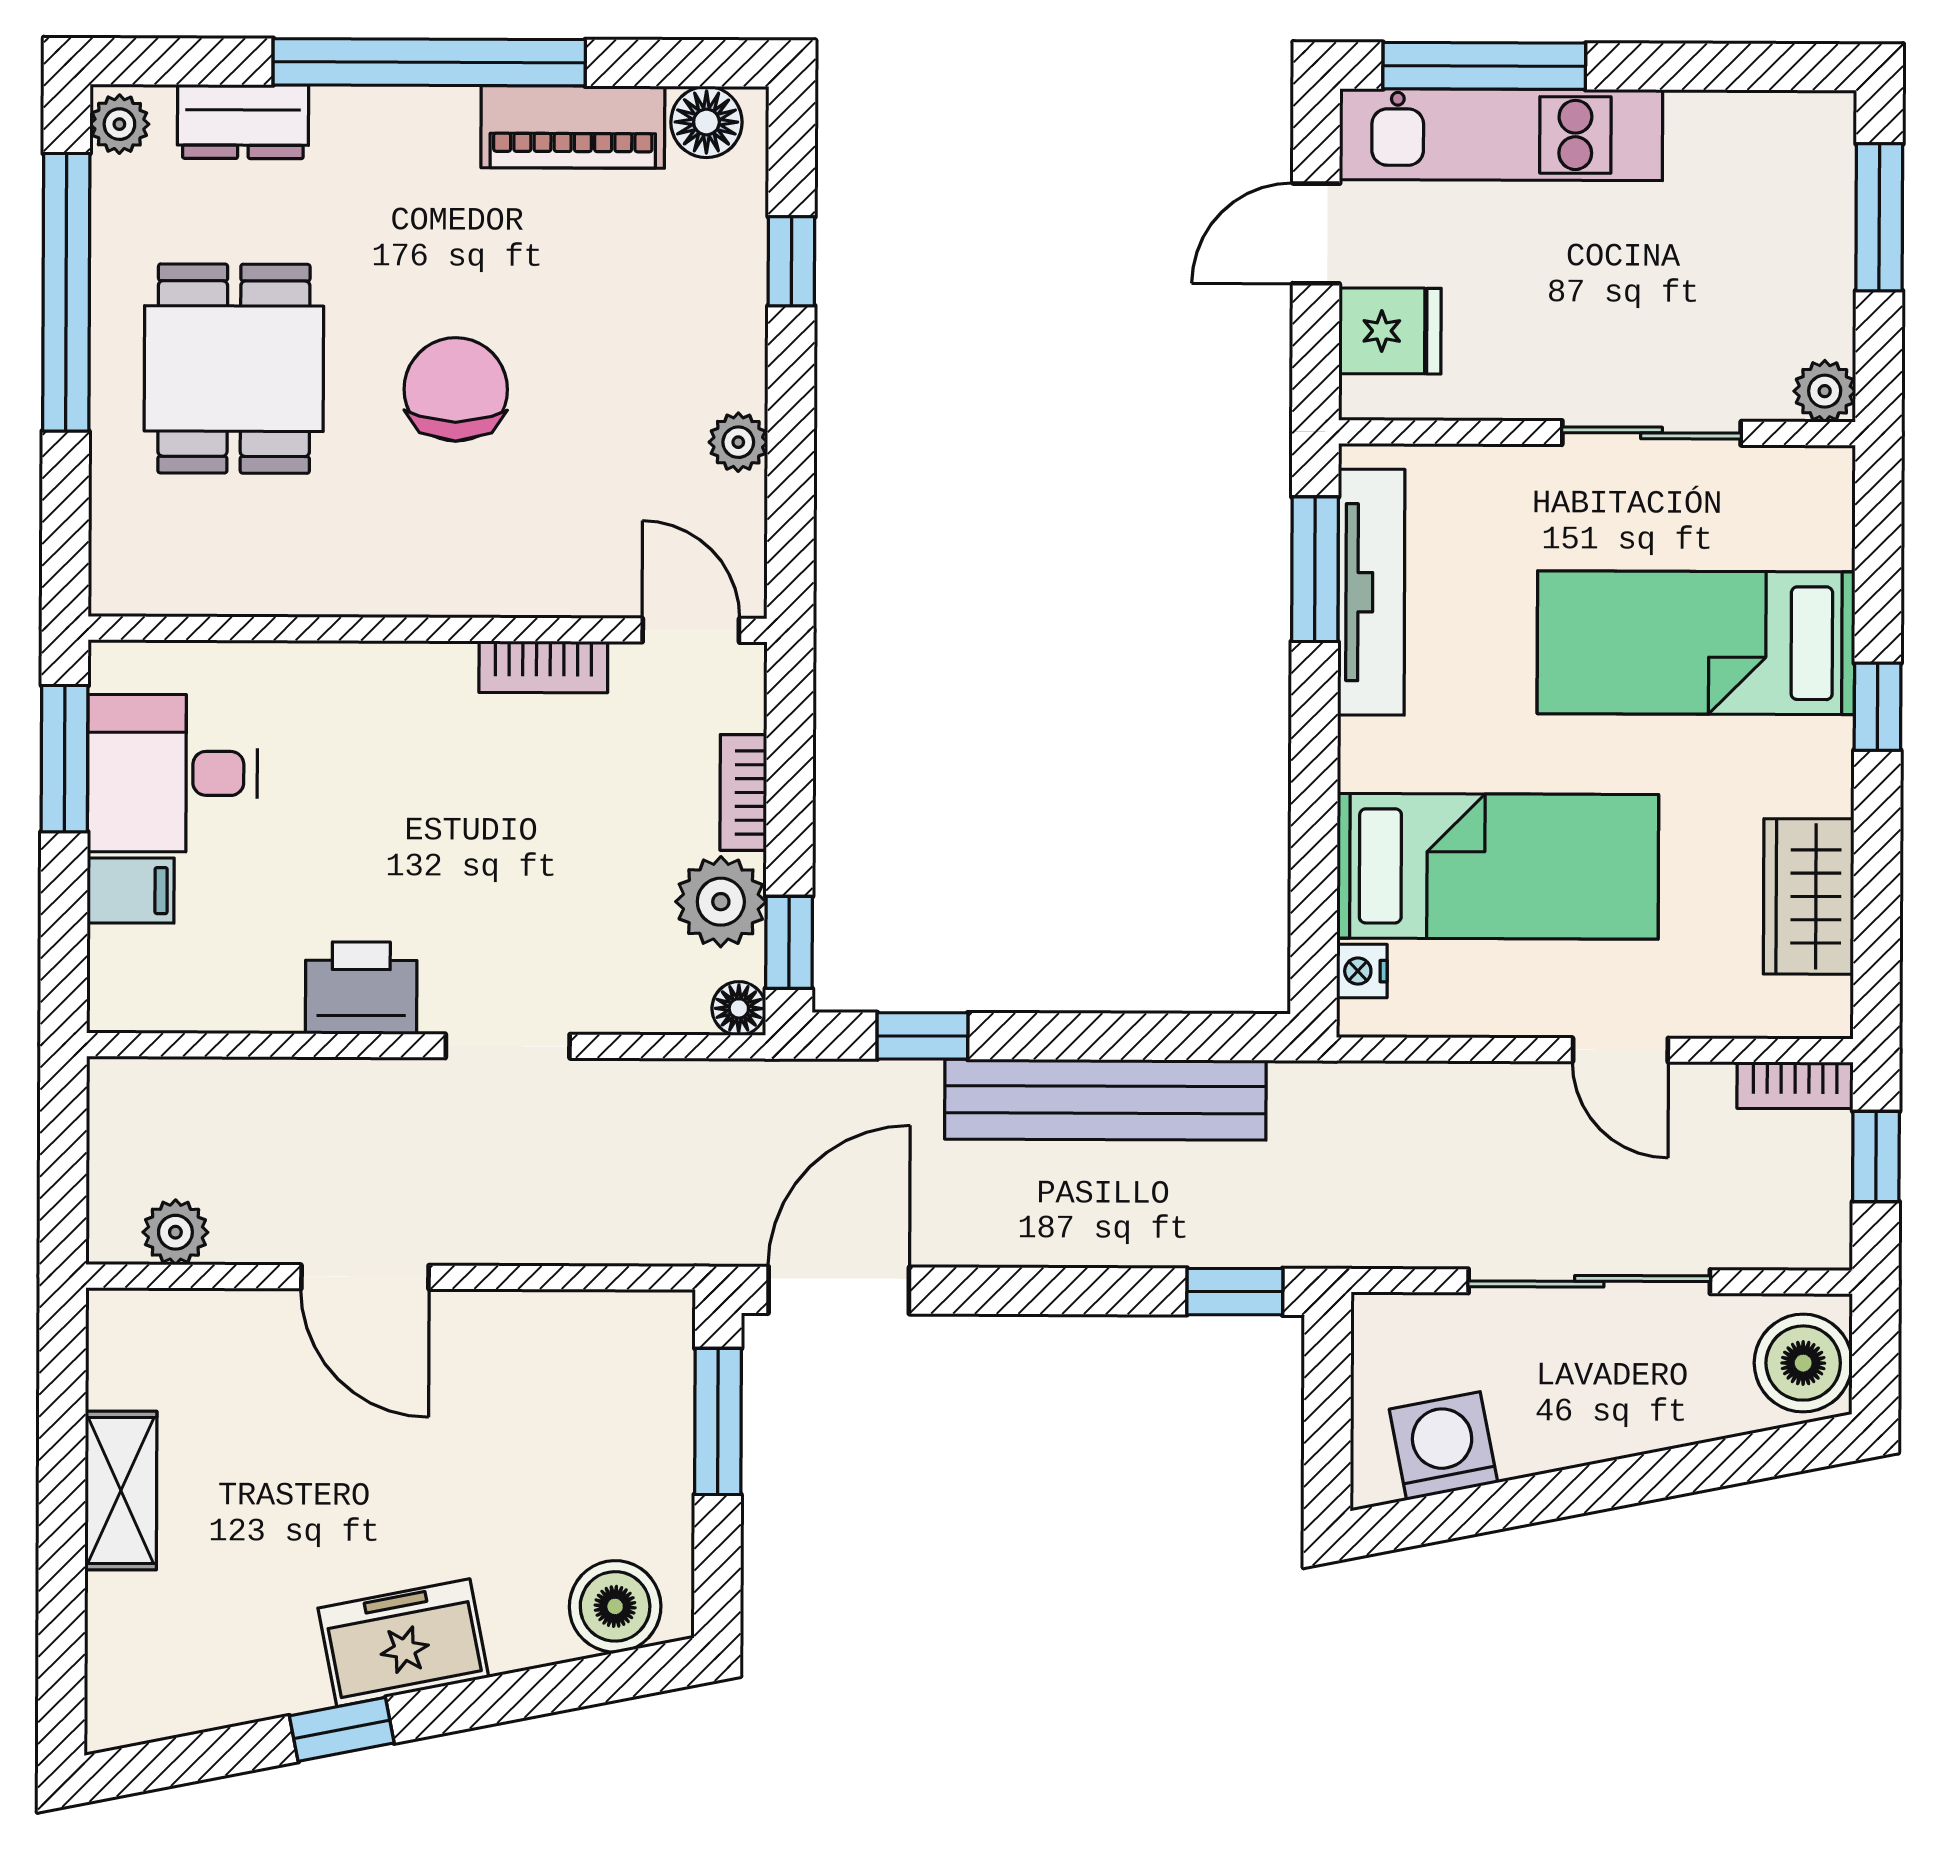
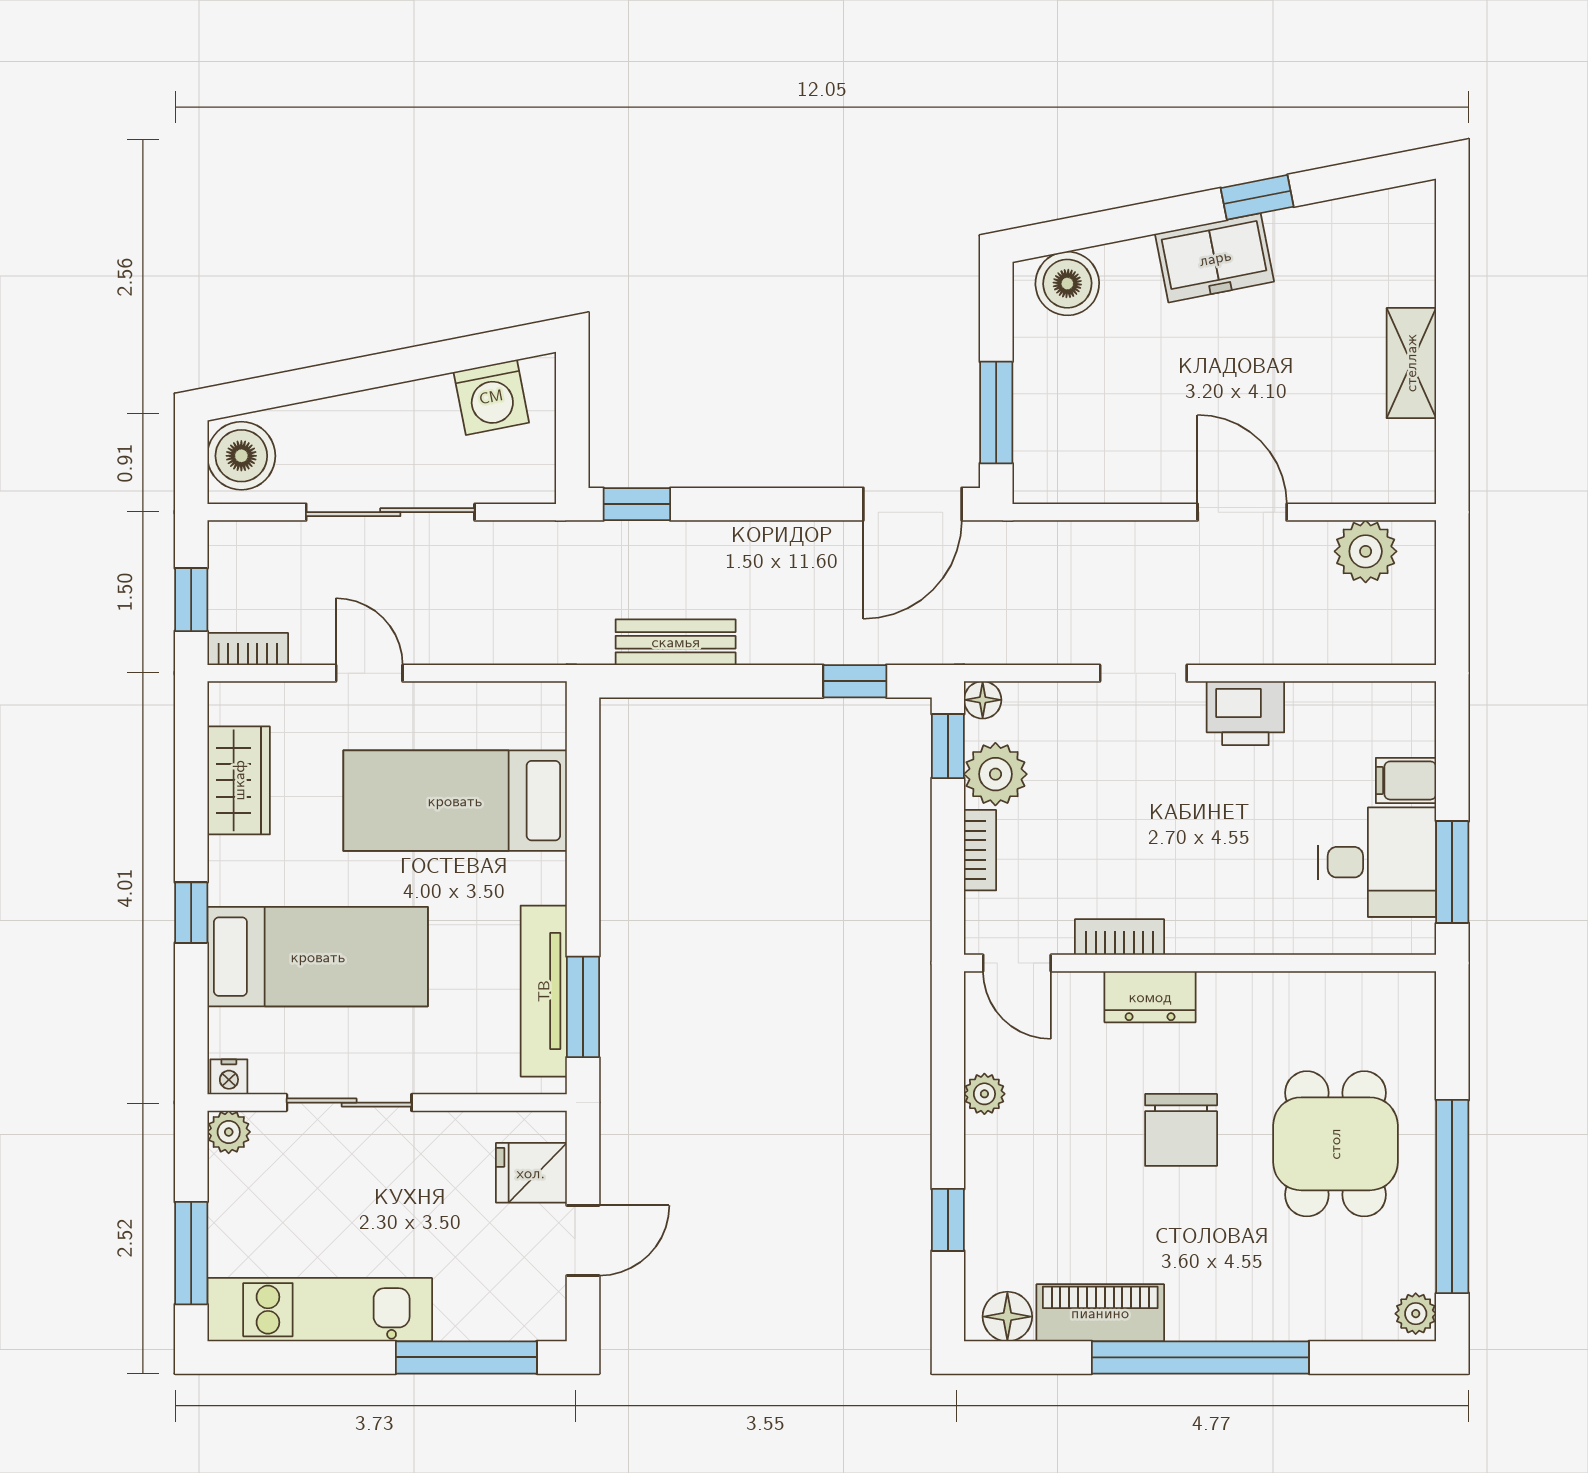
dresser: (243, 122) -> (1150, 997), moved, turned 180
kitchen unit: (1501, 135) -> (320, 1310), moved
nightstand: (1362, 971) -> (229, 1077), moved, turned 90
bench: (1105, 1100) -> (676, 642), width x0.54, depth x0.82
plant: (175, 1232) -> (1366, 551), width x1.38, depth x1.38

